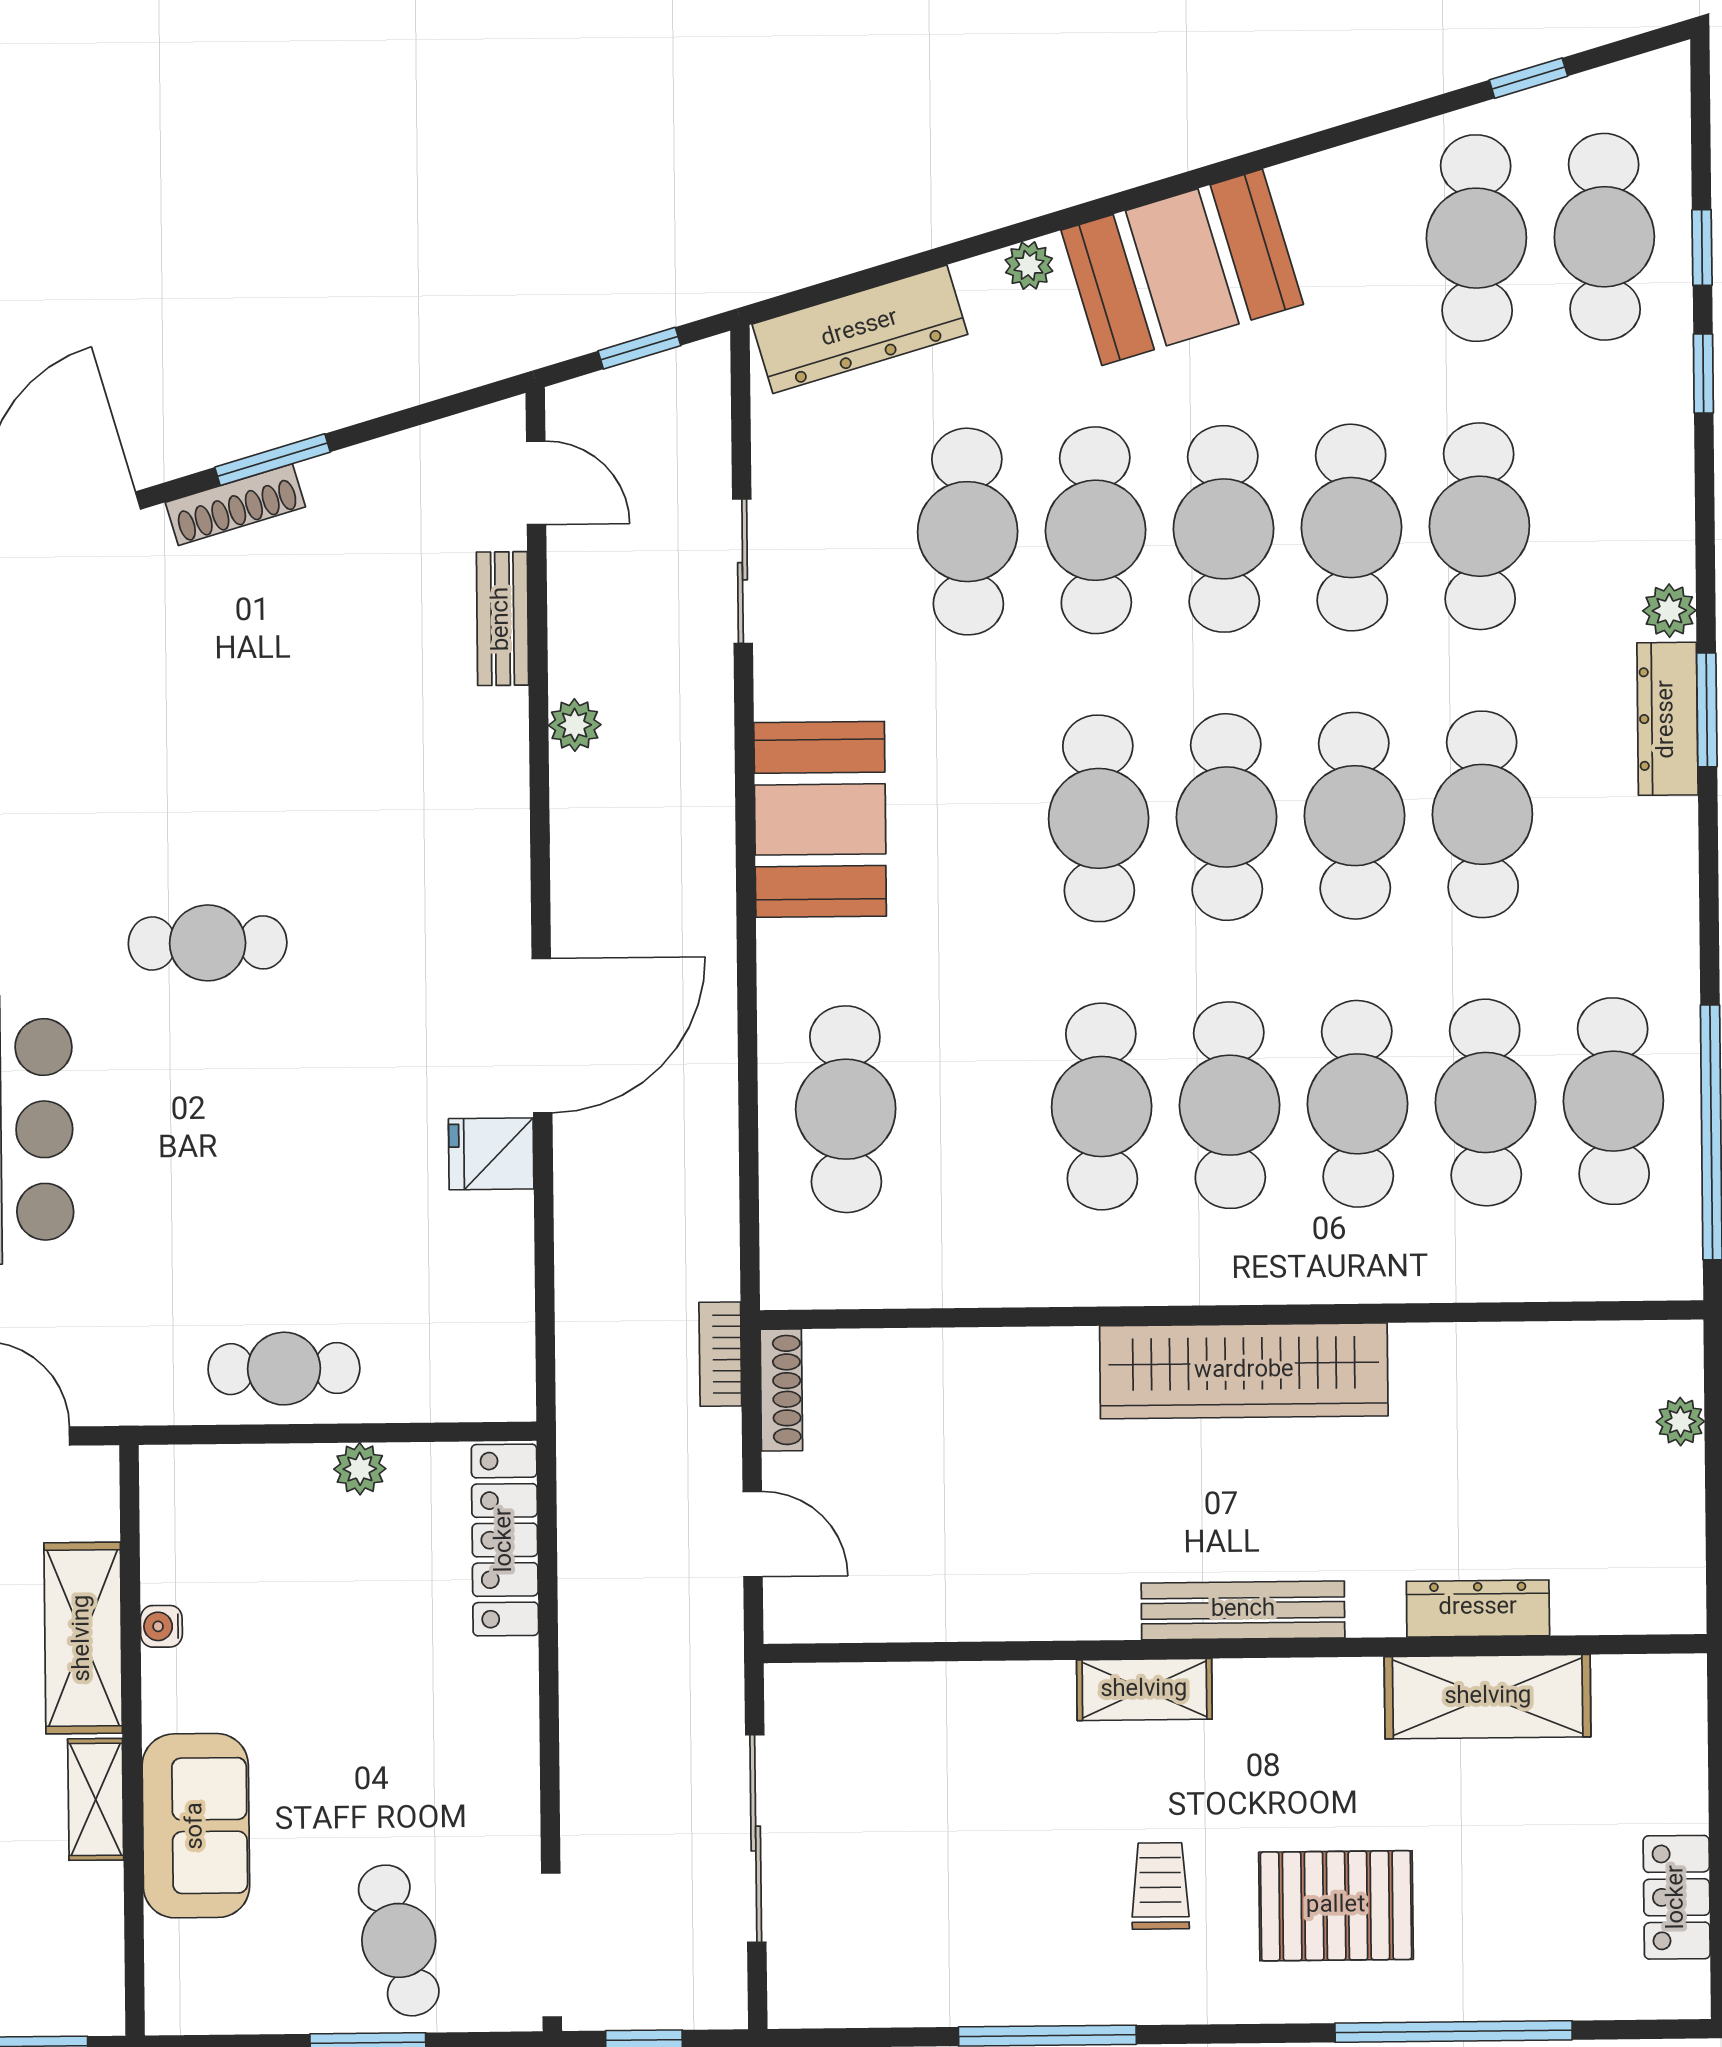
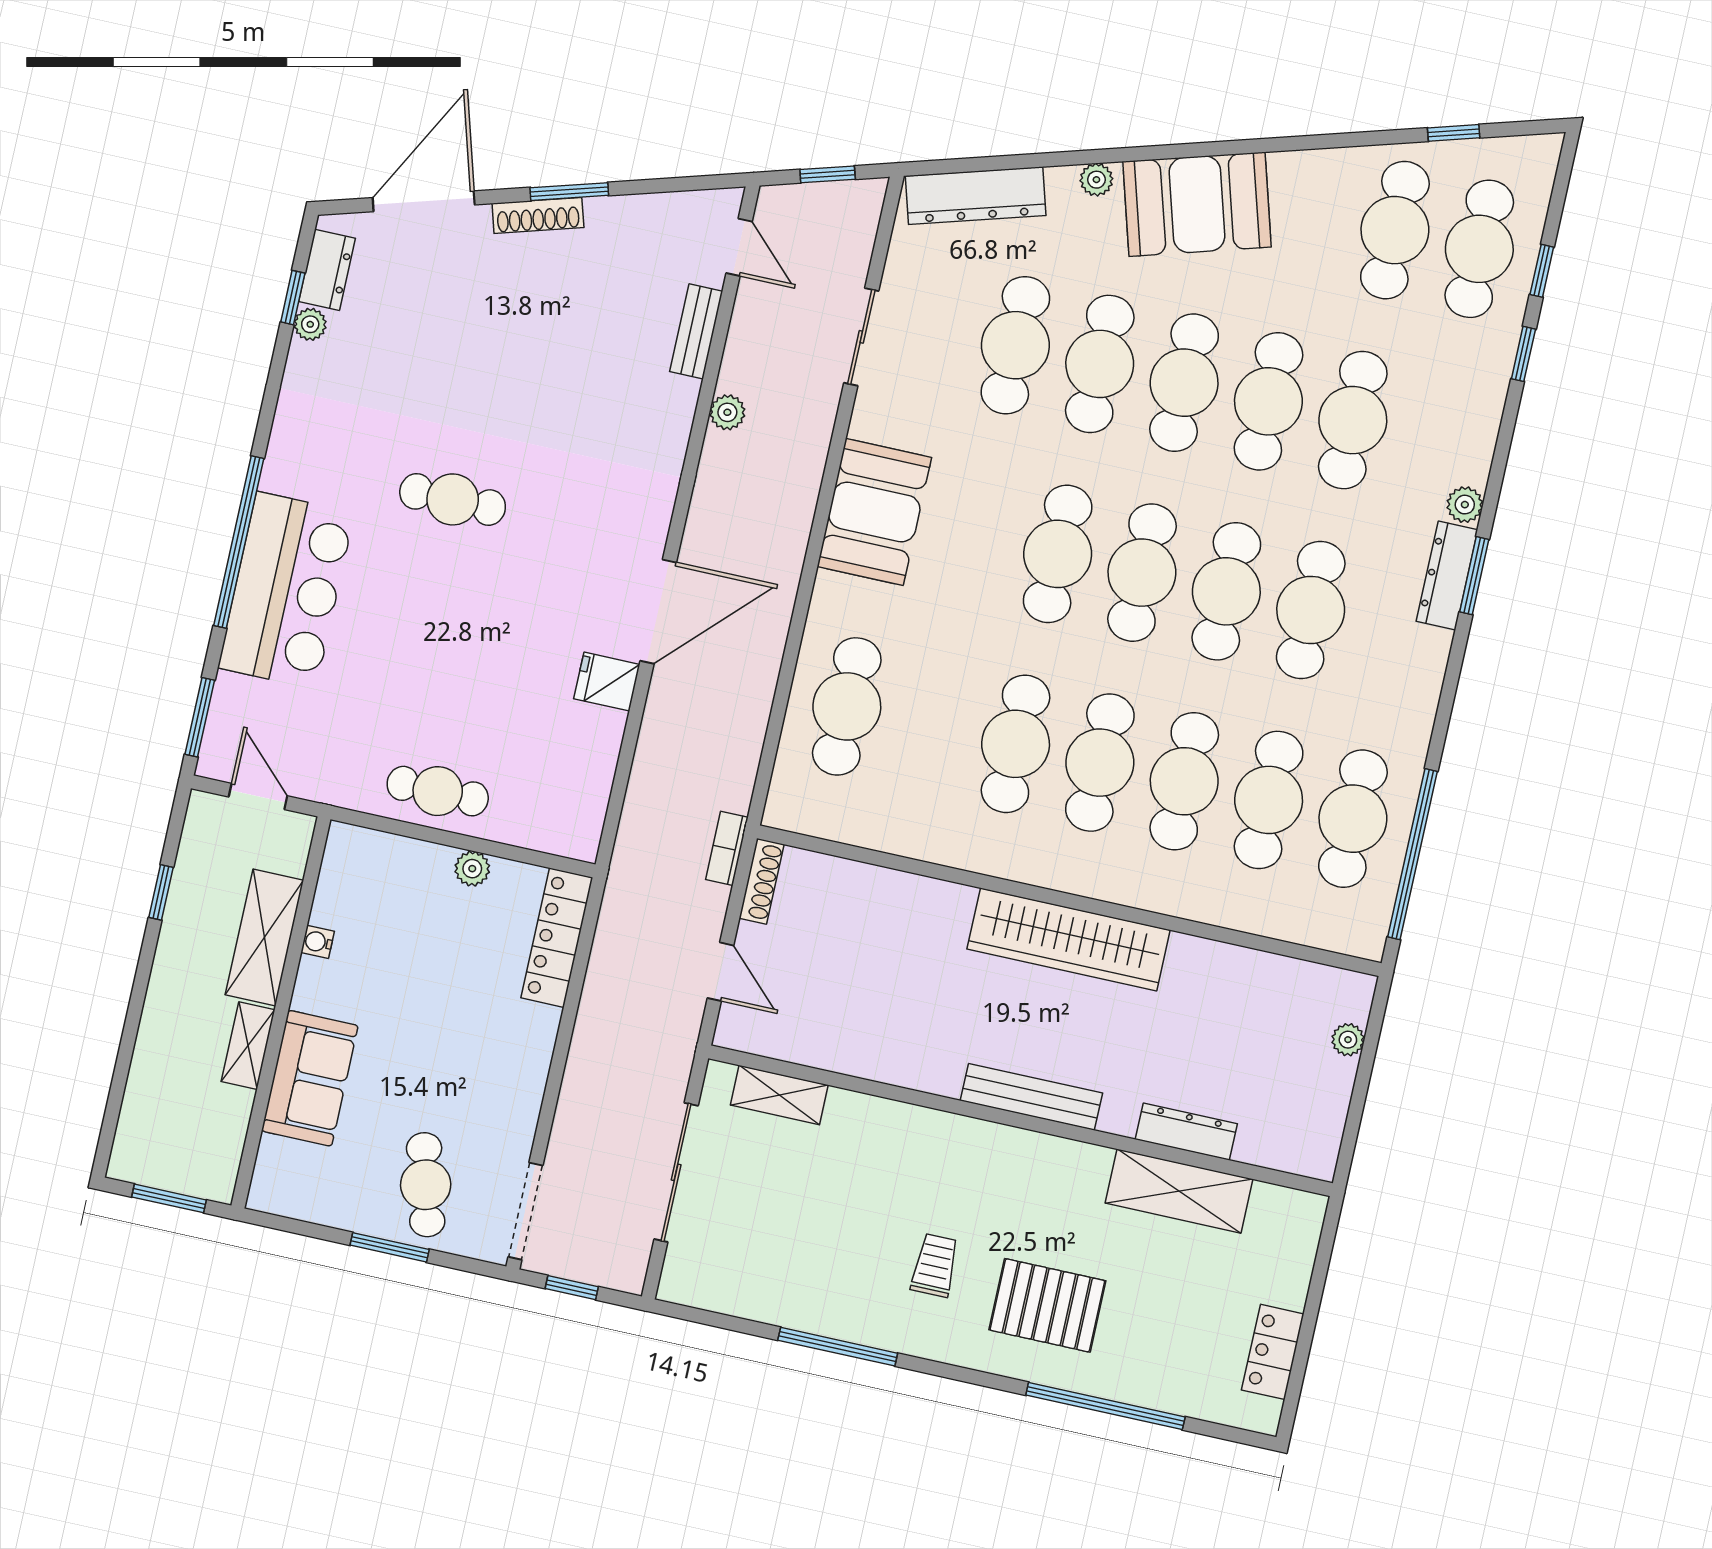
shelving: (1144, 1690) -> (779, 1095), moved

